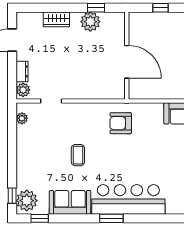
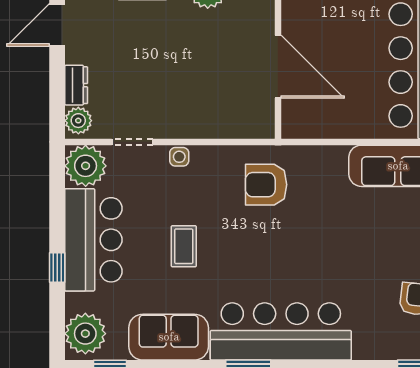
side table: (76, 109) -> (179, 157), added
plant: (22, 118) -> (86, 166), width x1.88, depth x1.88
bar counter: (31, 152) -> (93, 240), added
window: (12, 196) -> (57, 268), moved

